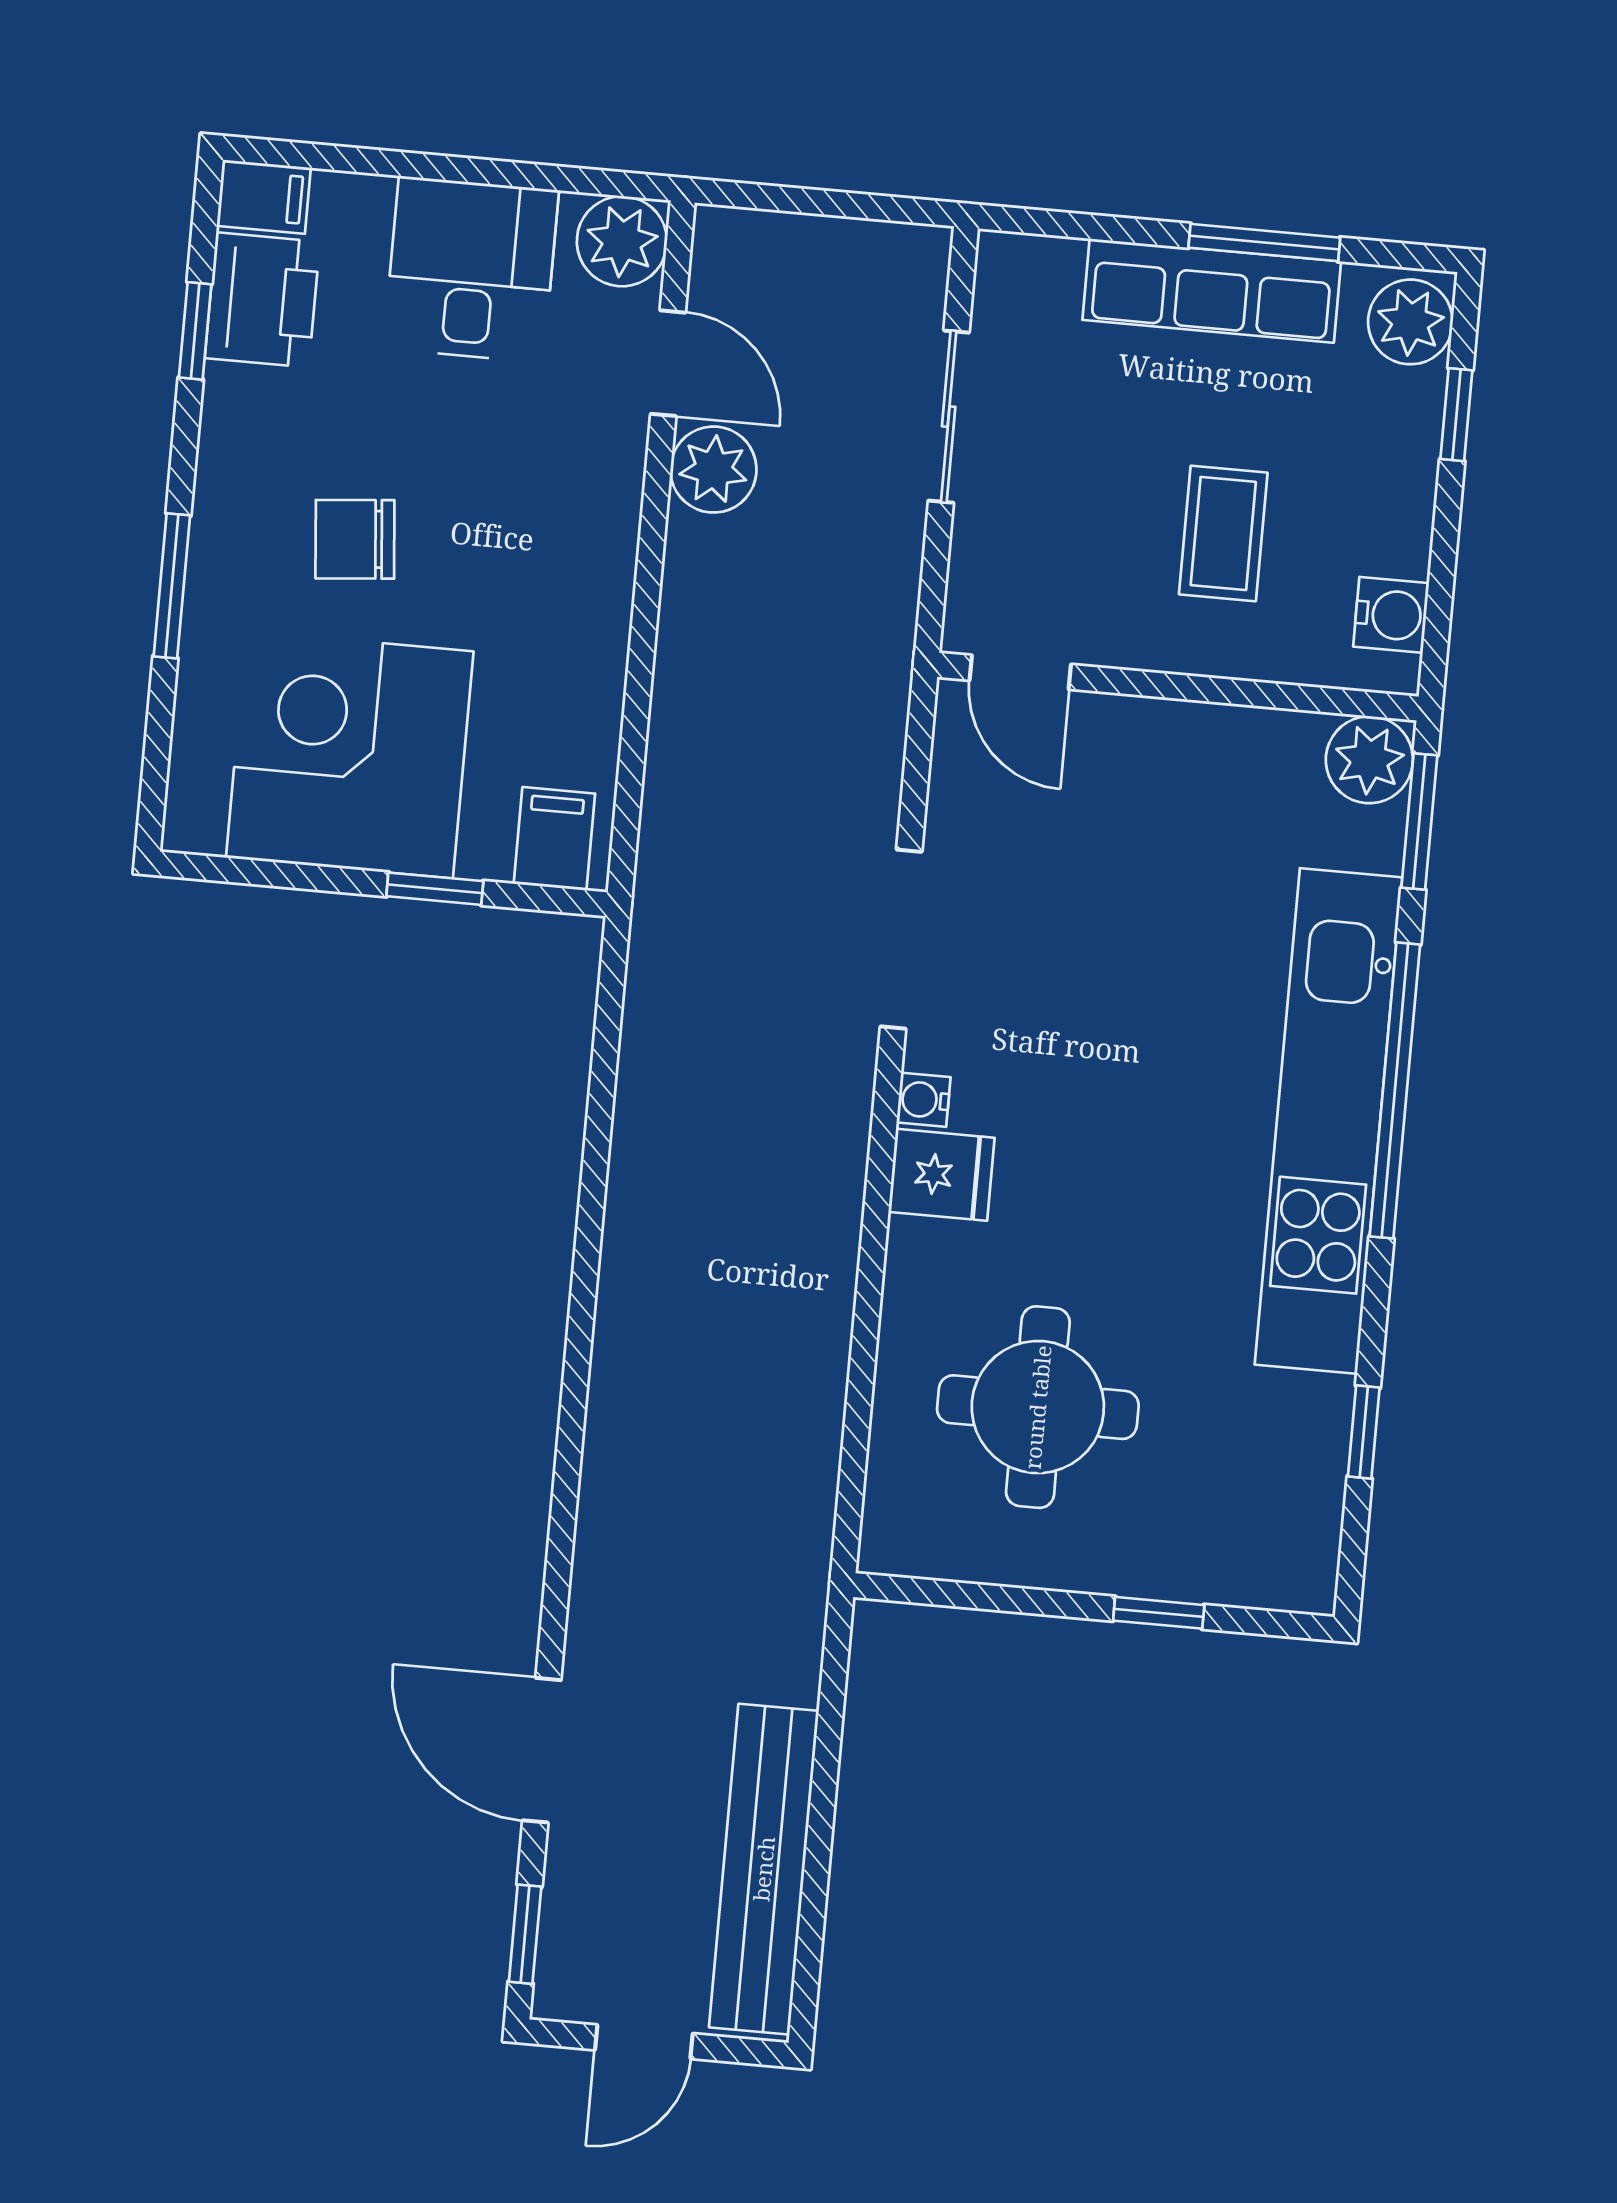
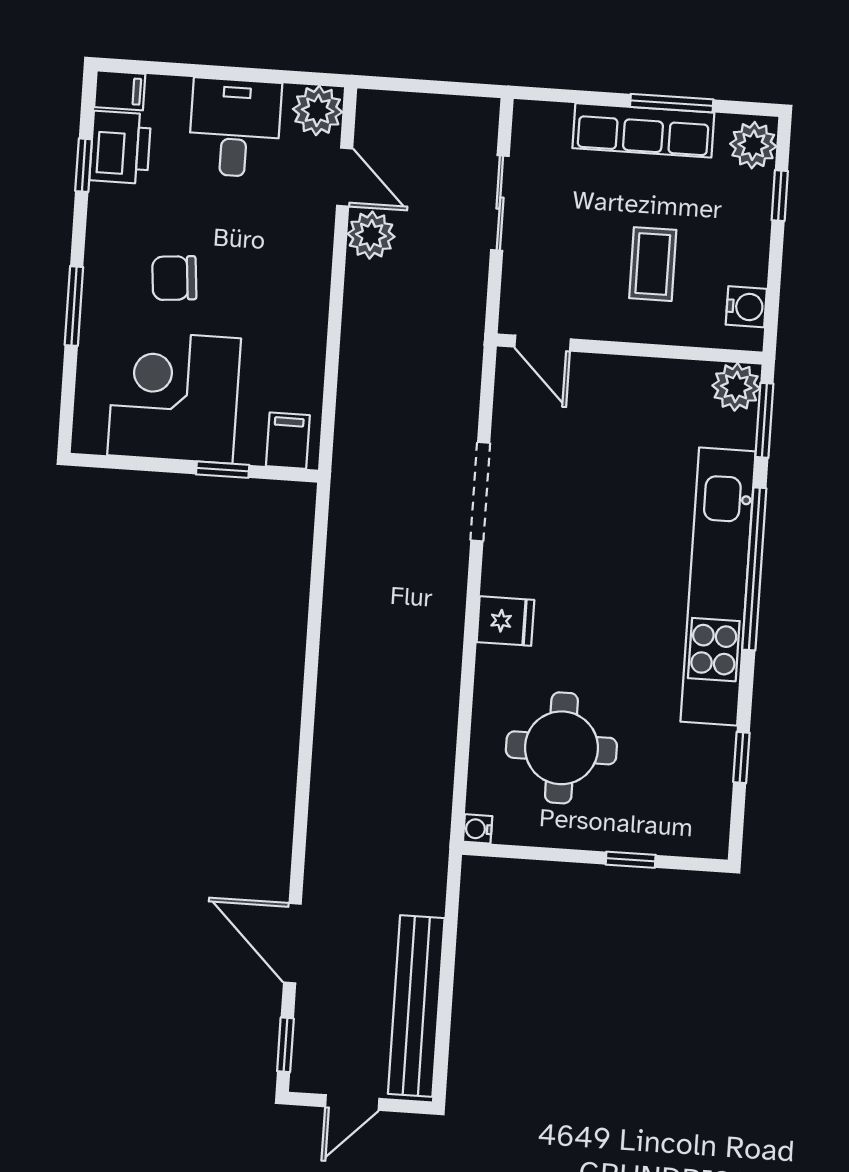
water cooler: (923, 1100) -> (478, 829), moved

